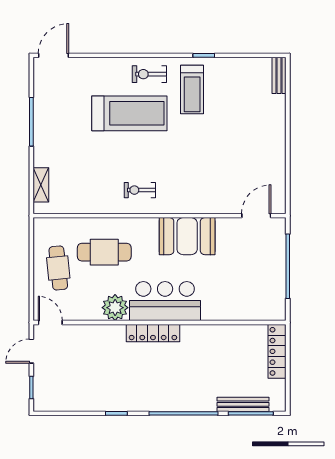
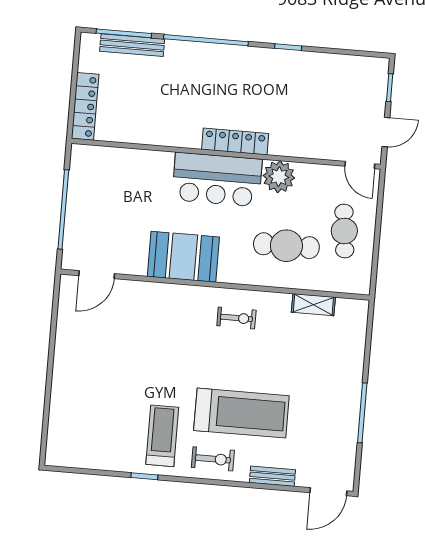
bench: (279, 75) -> (272, 476), moved, turned 90
treadmill: (129, 113) -> (241, 413), turned 180
shelving: (41, 185) -> (313, 305), moved, turned 90

